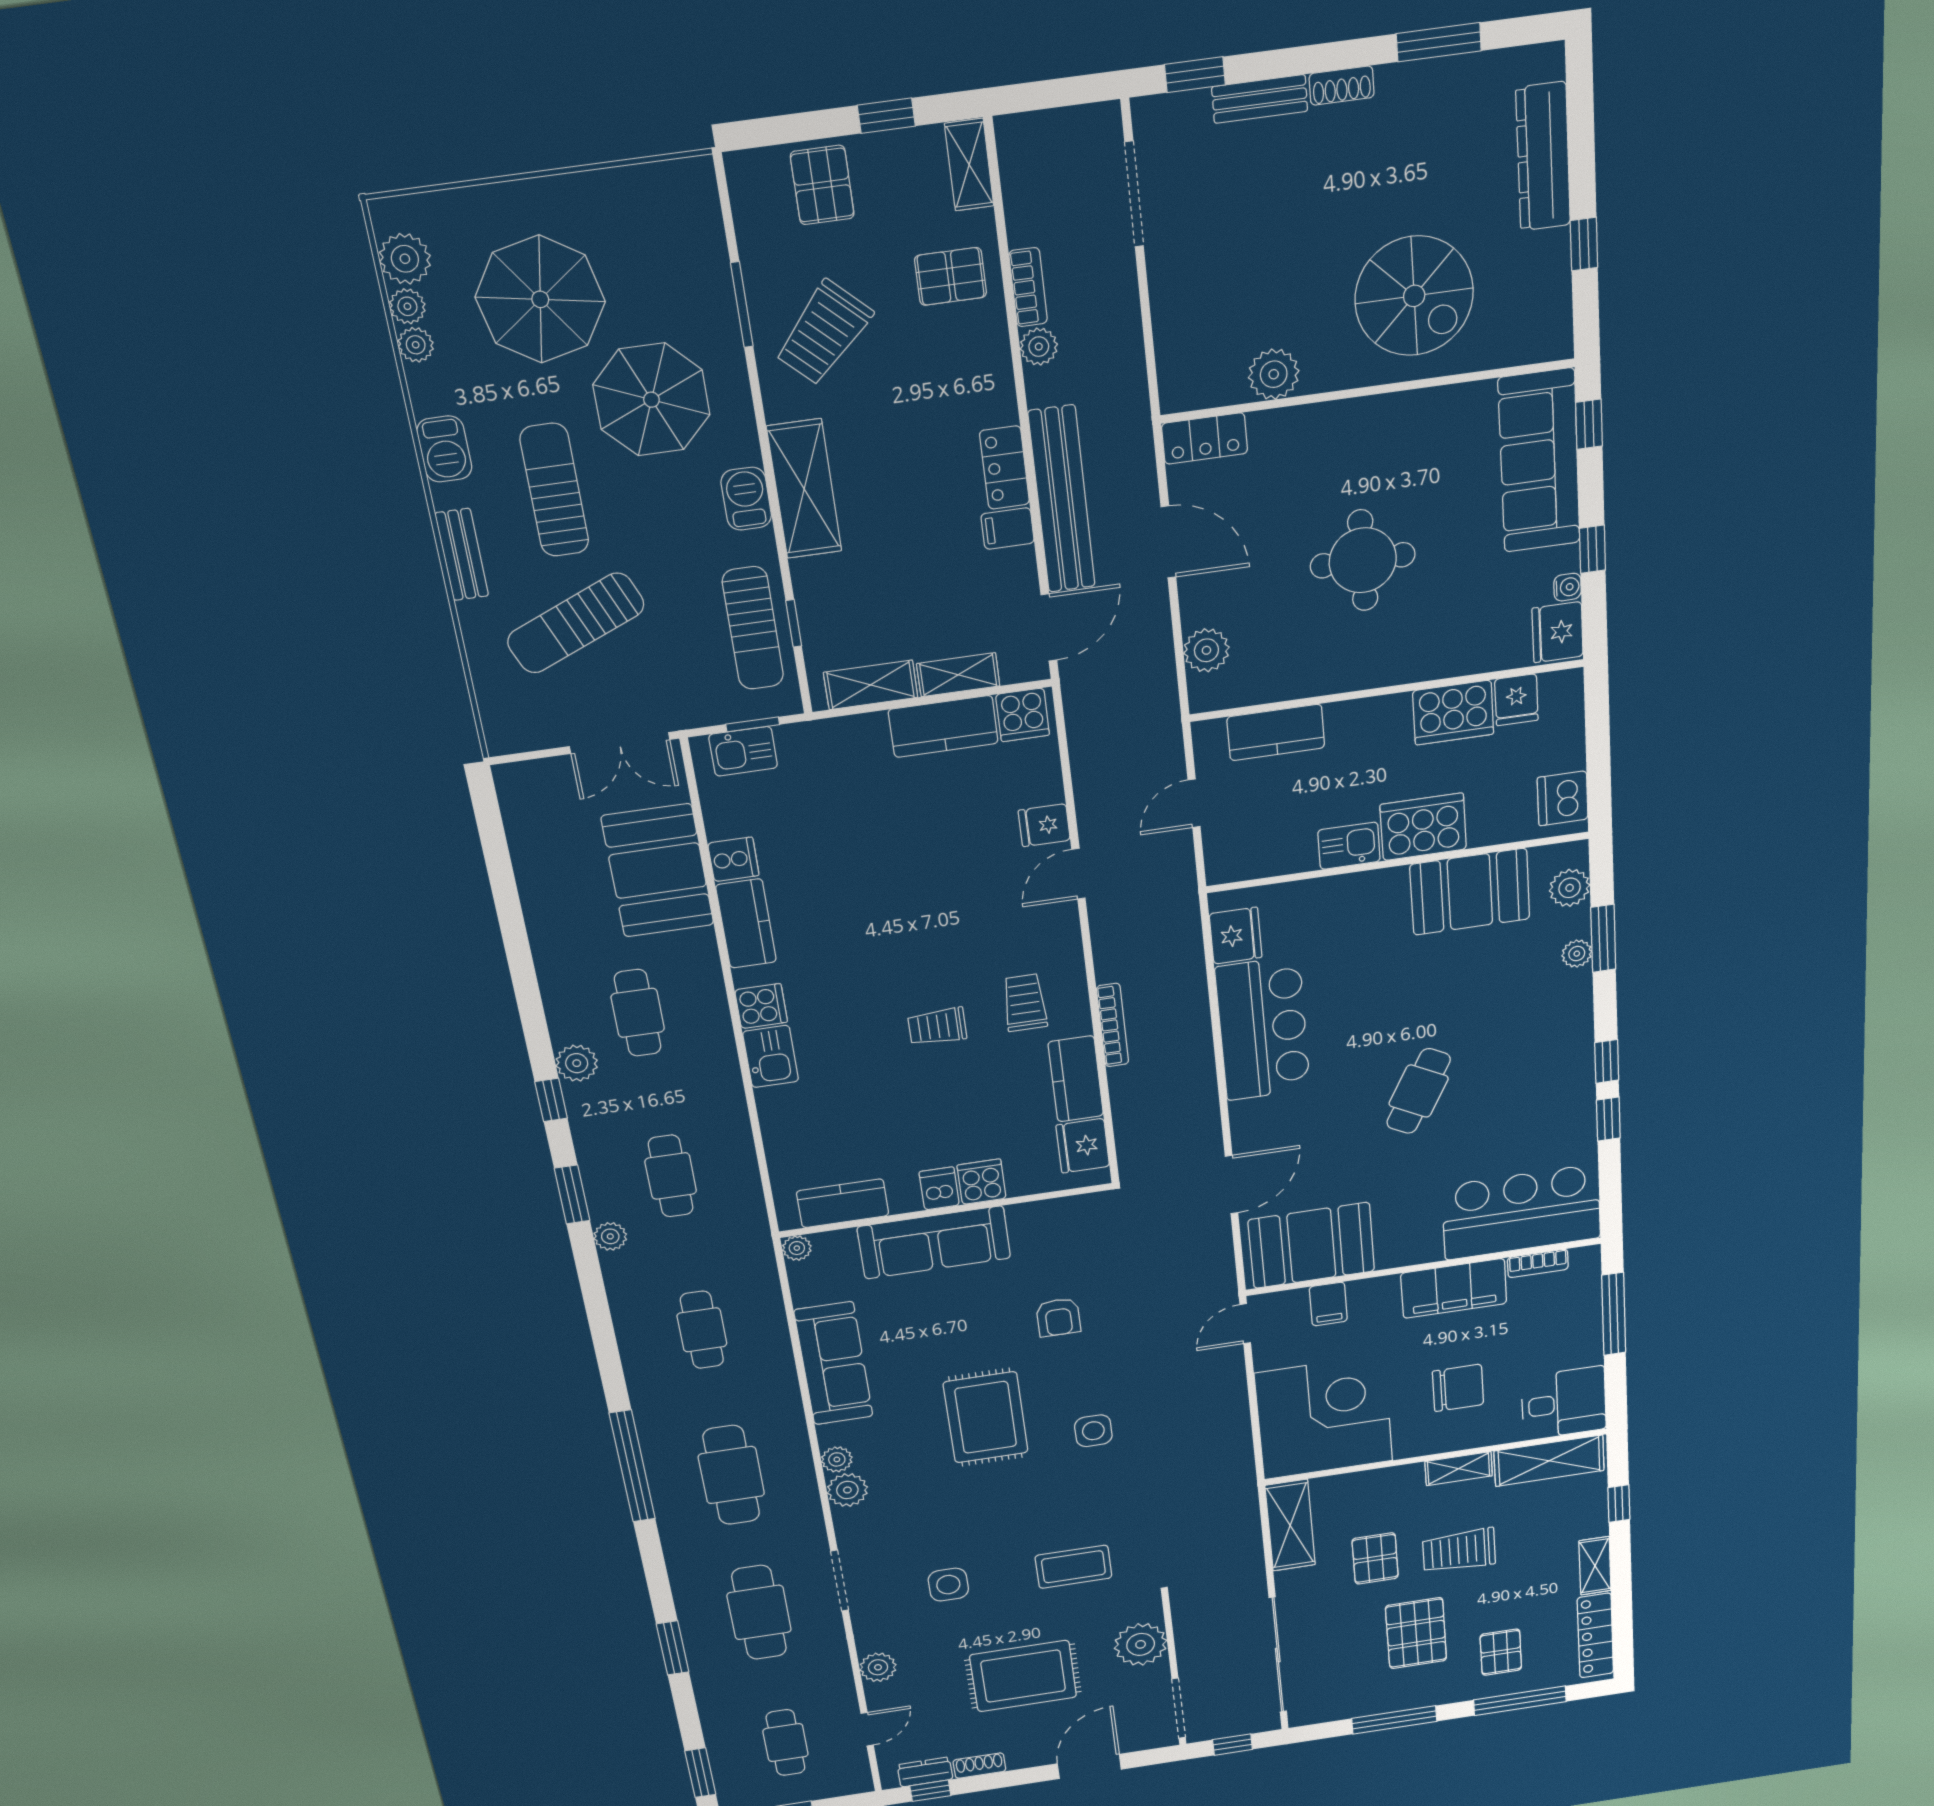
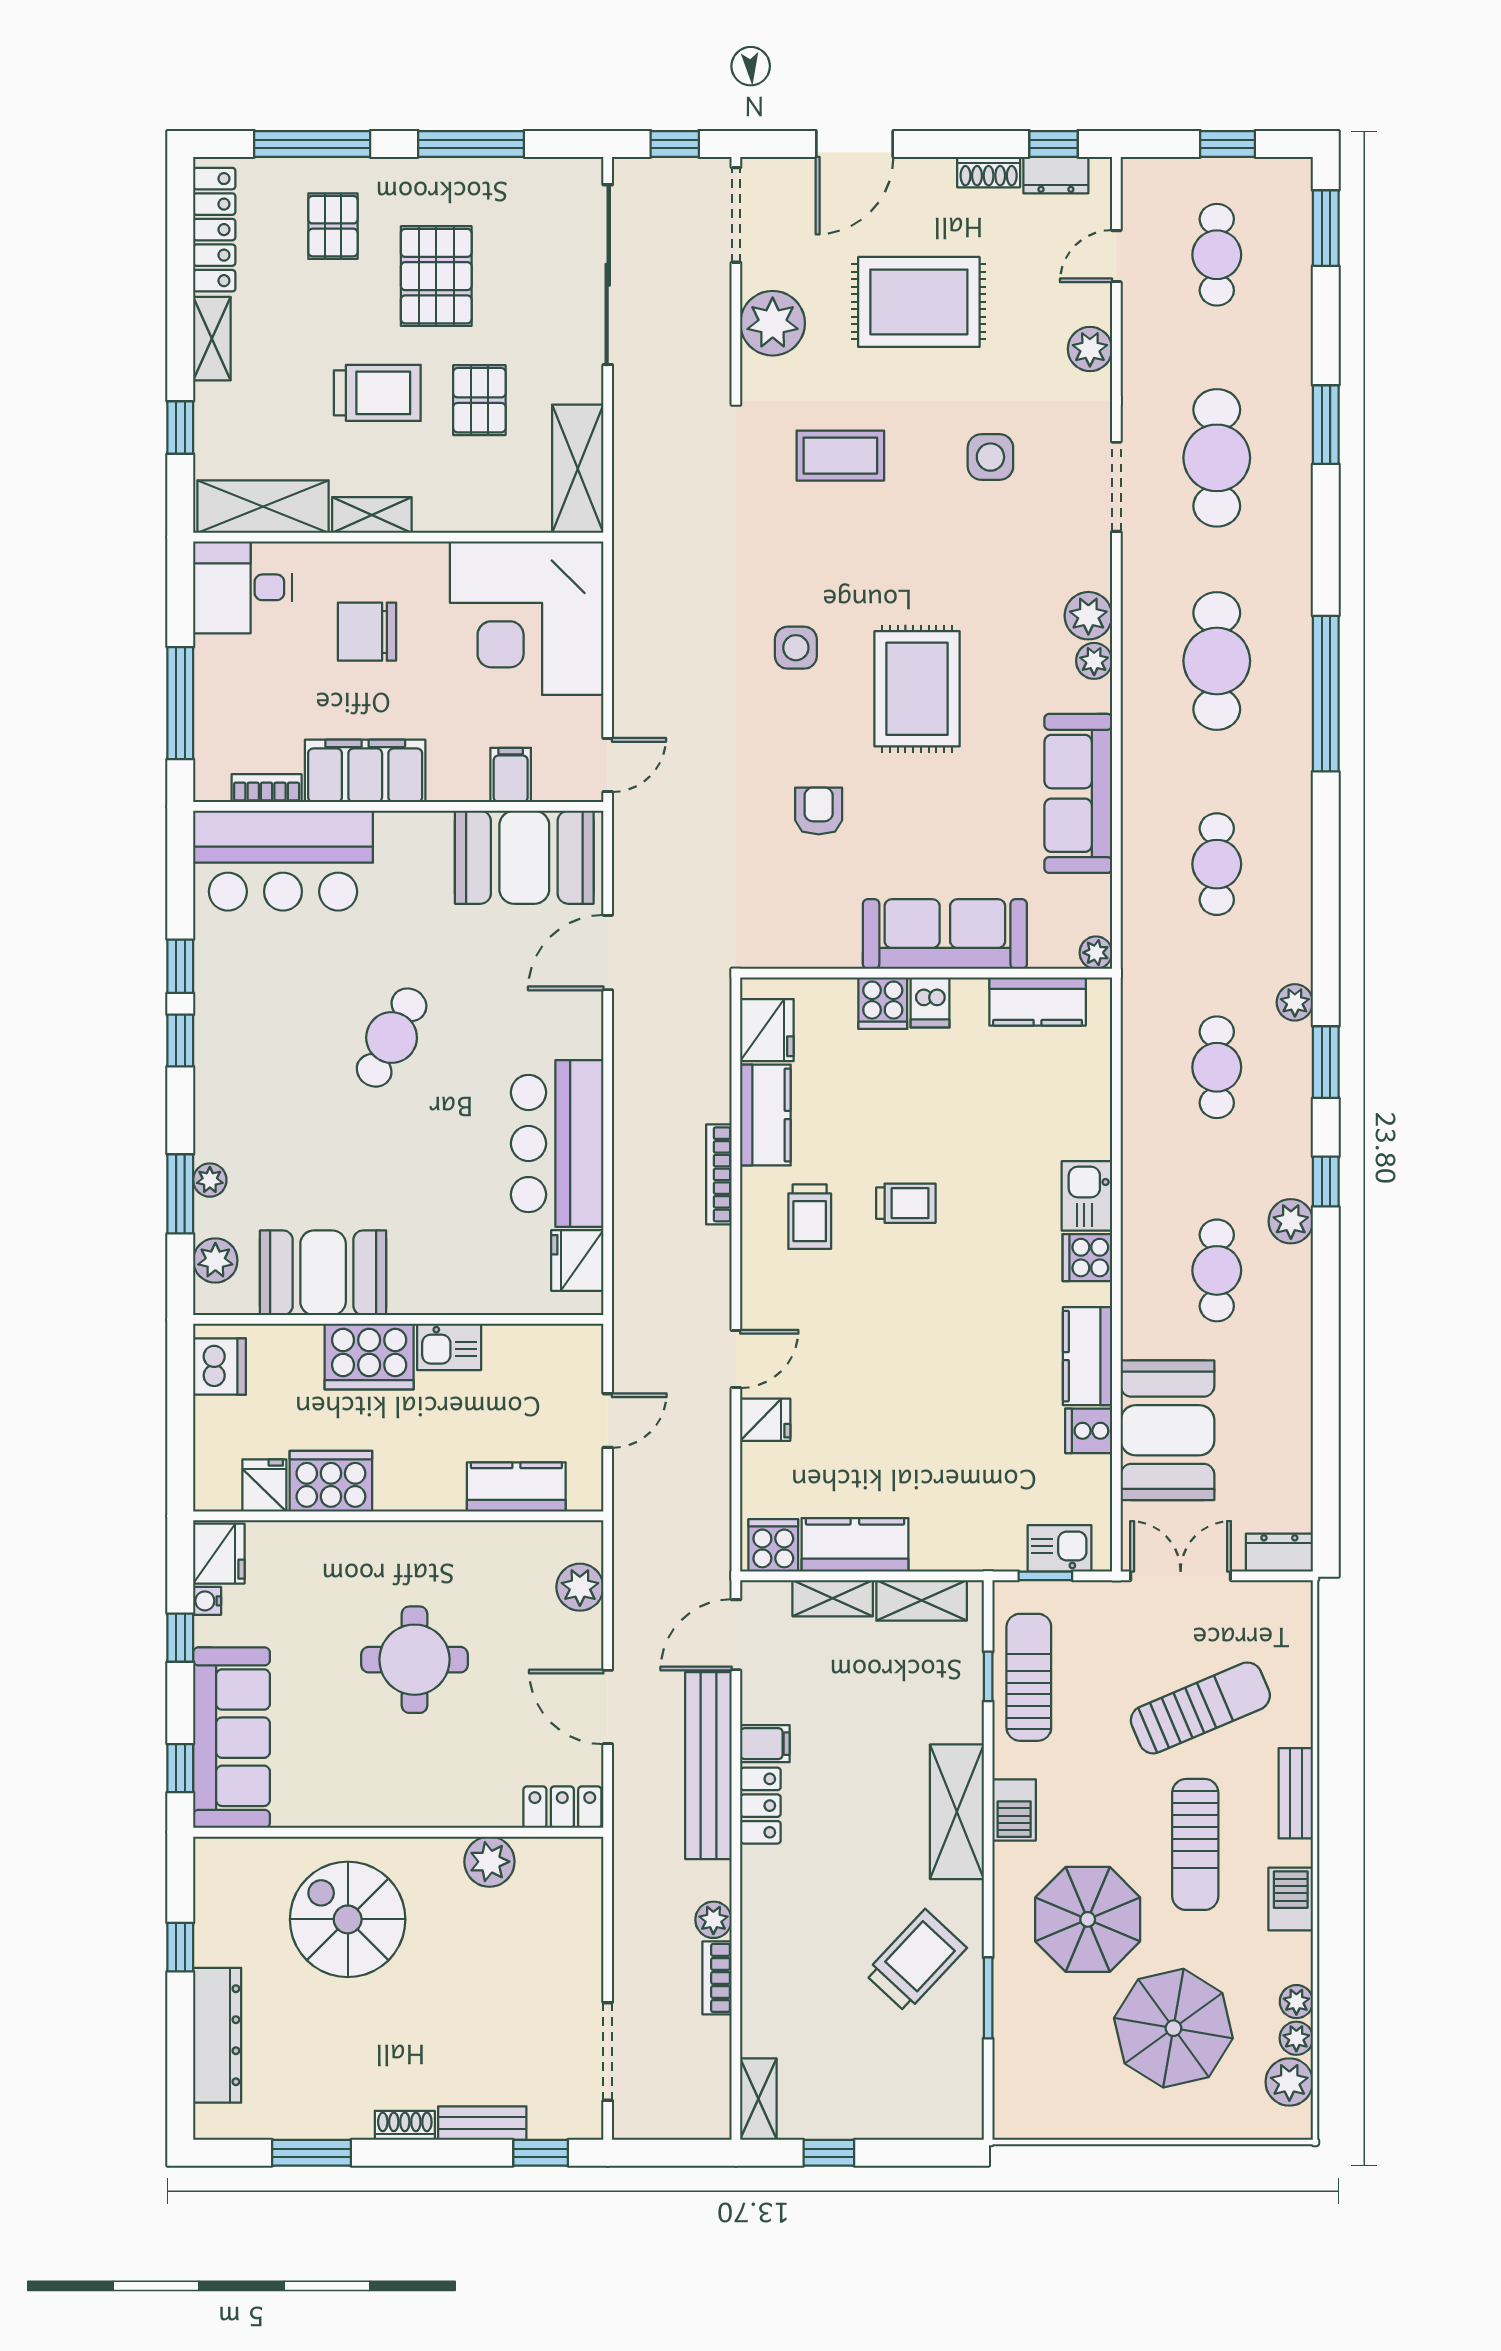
pallet: (822, 185) -> (896, 2098), removed
pallet: (951, 276) -> (789, 1998), removed
dresser: (527, 778) -> (1279, 1553), added

